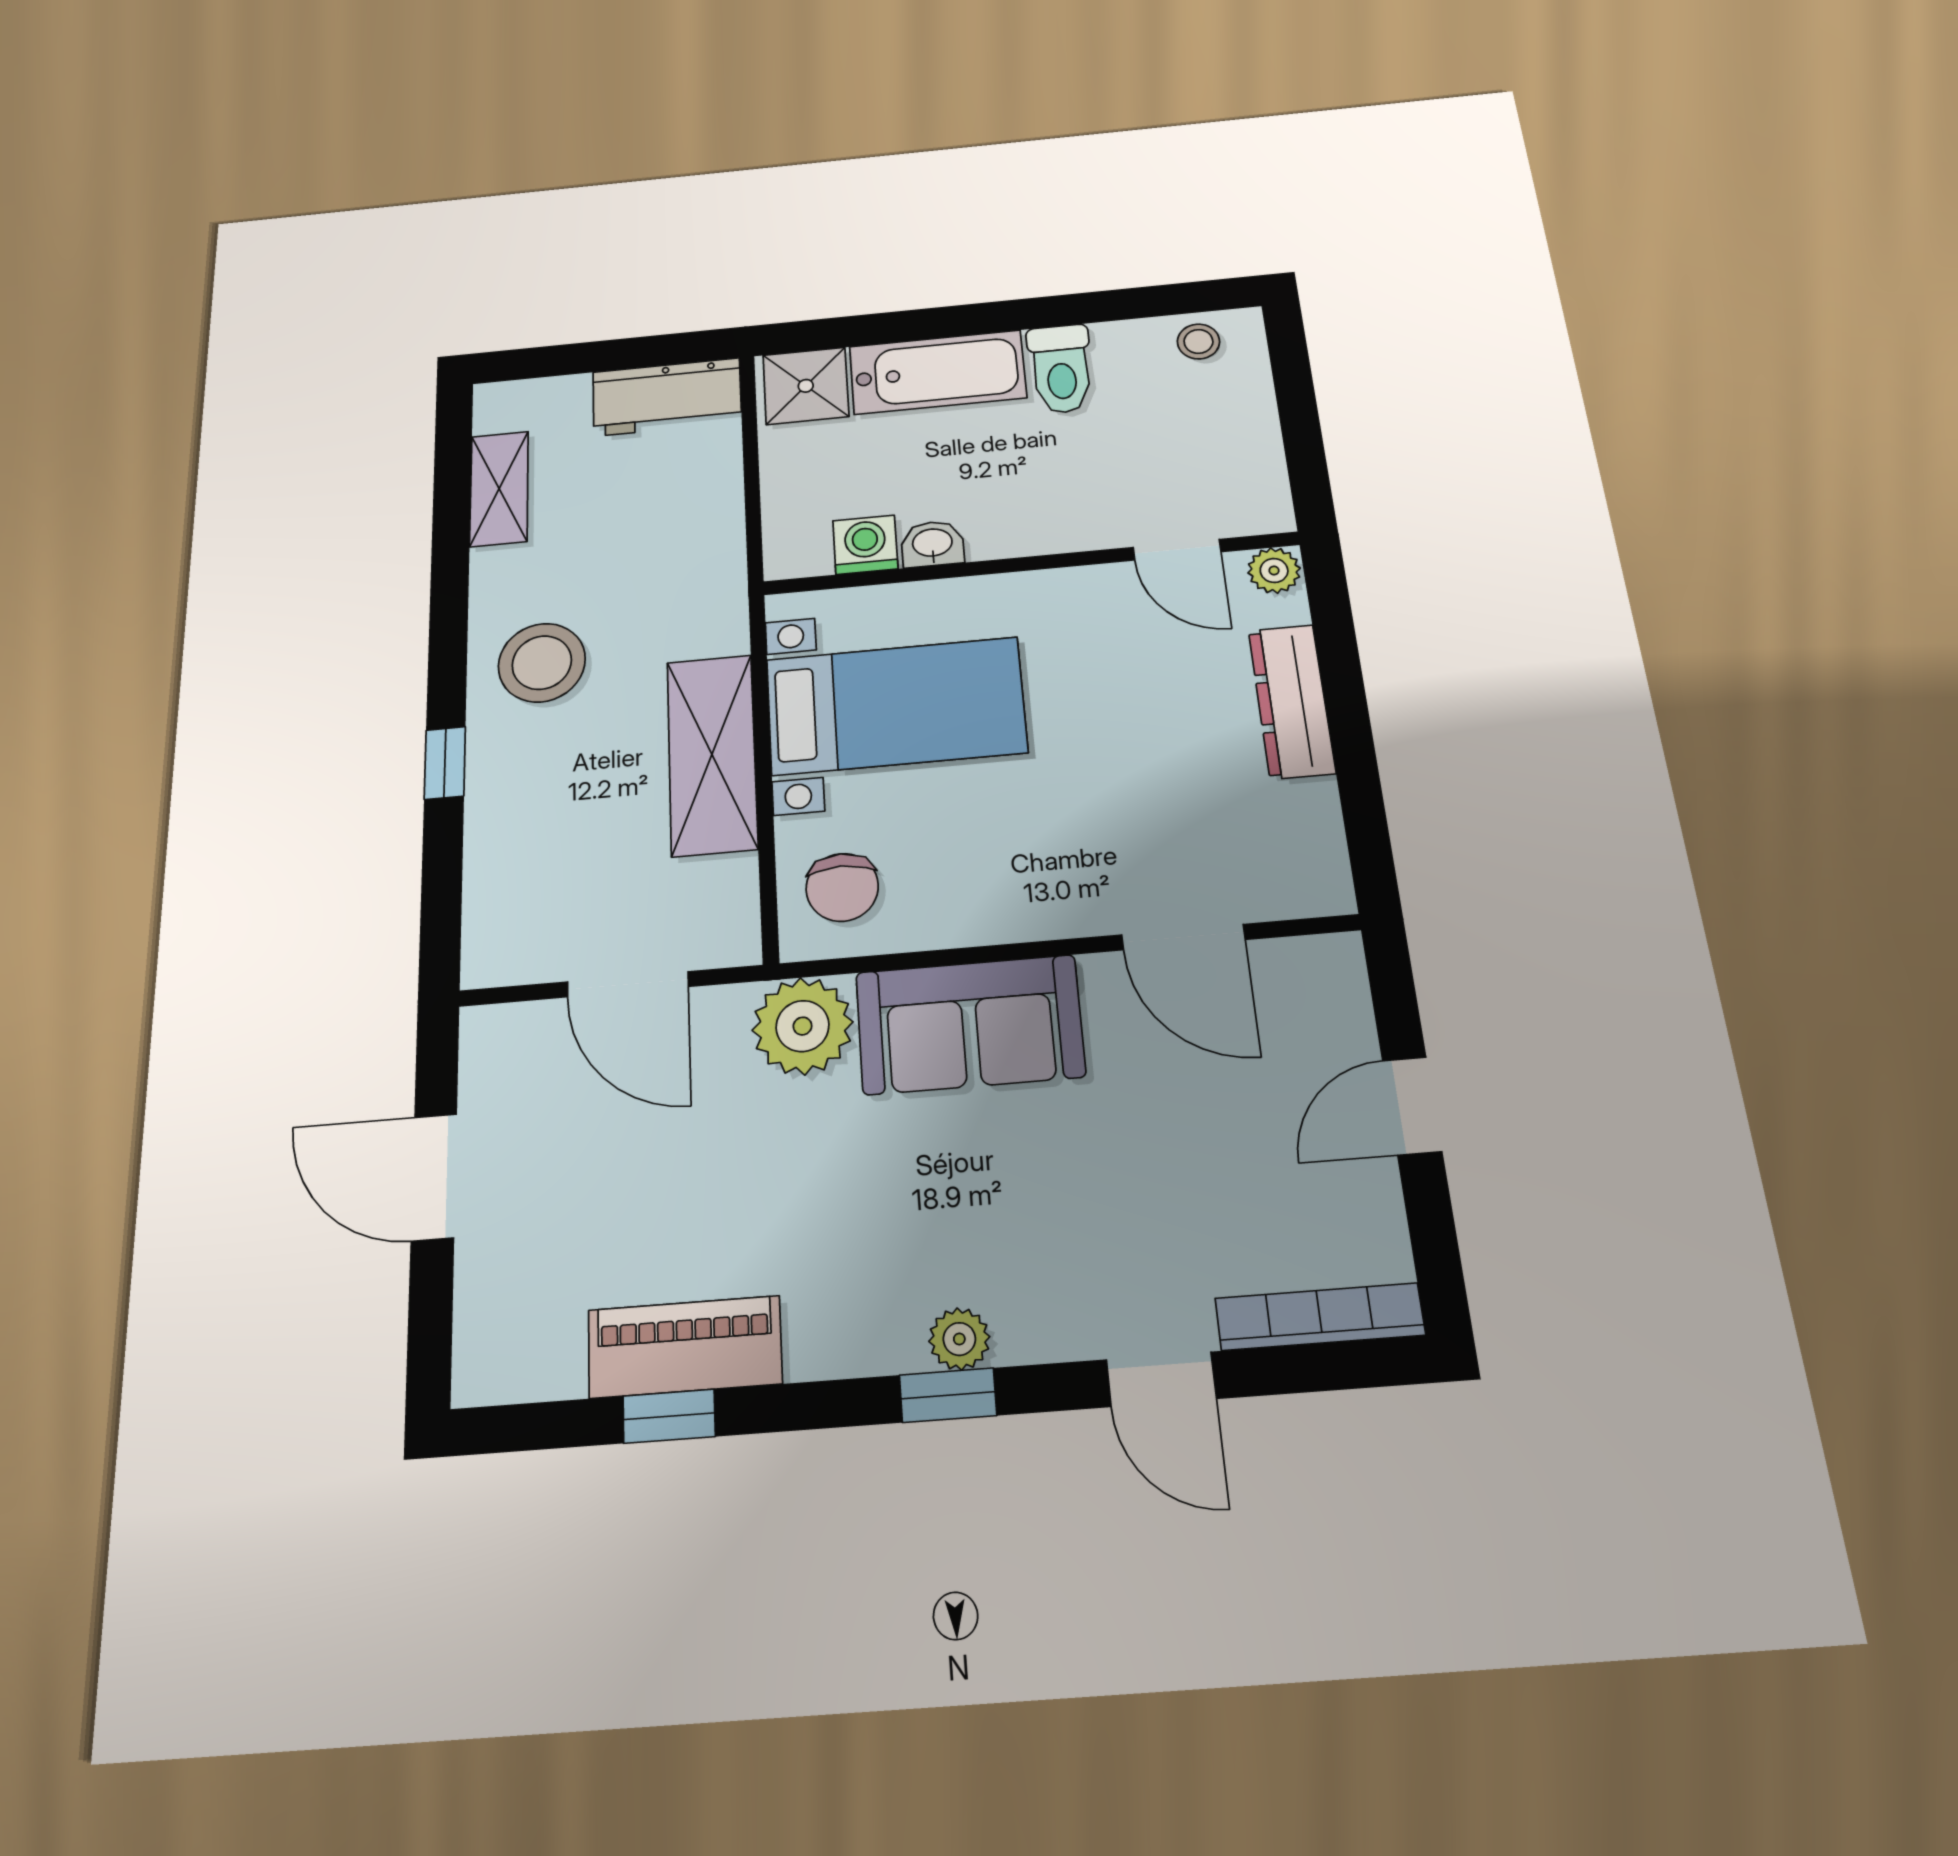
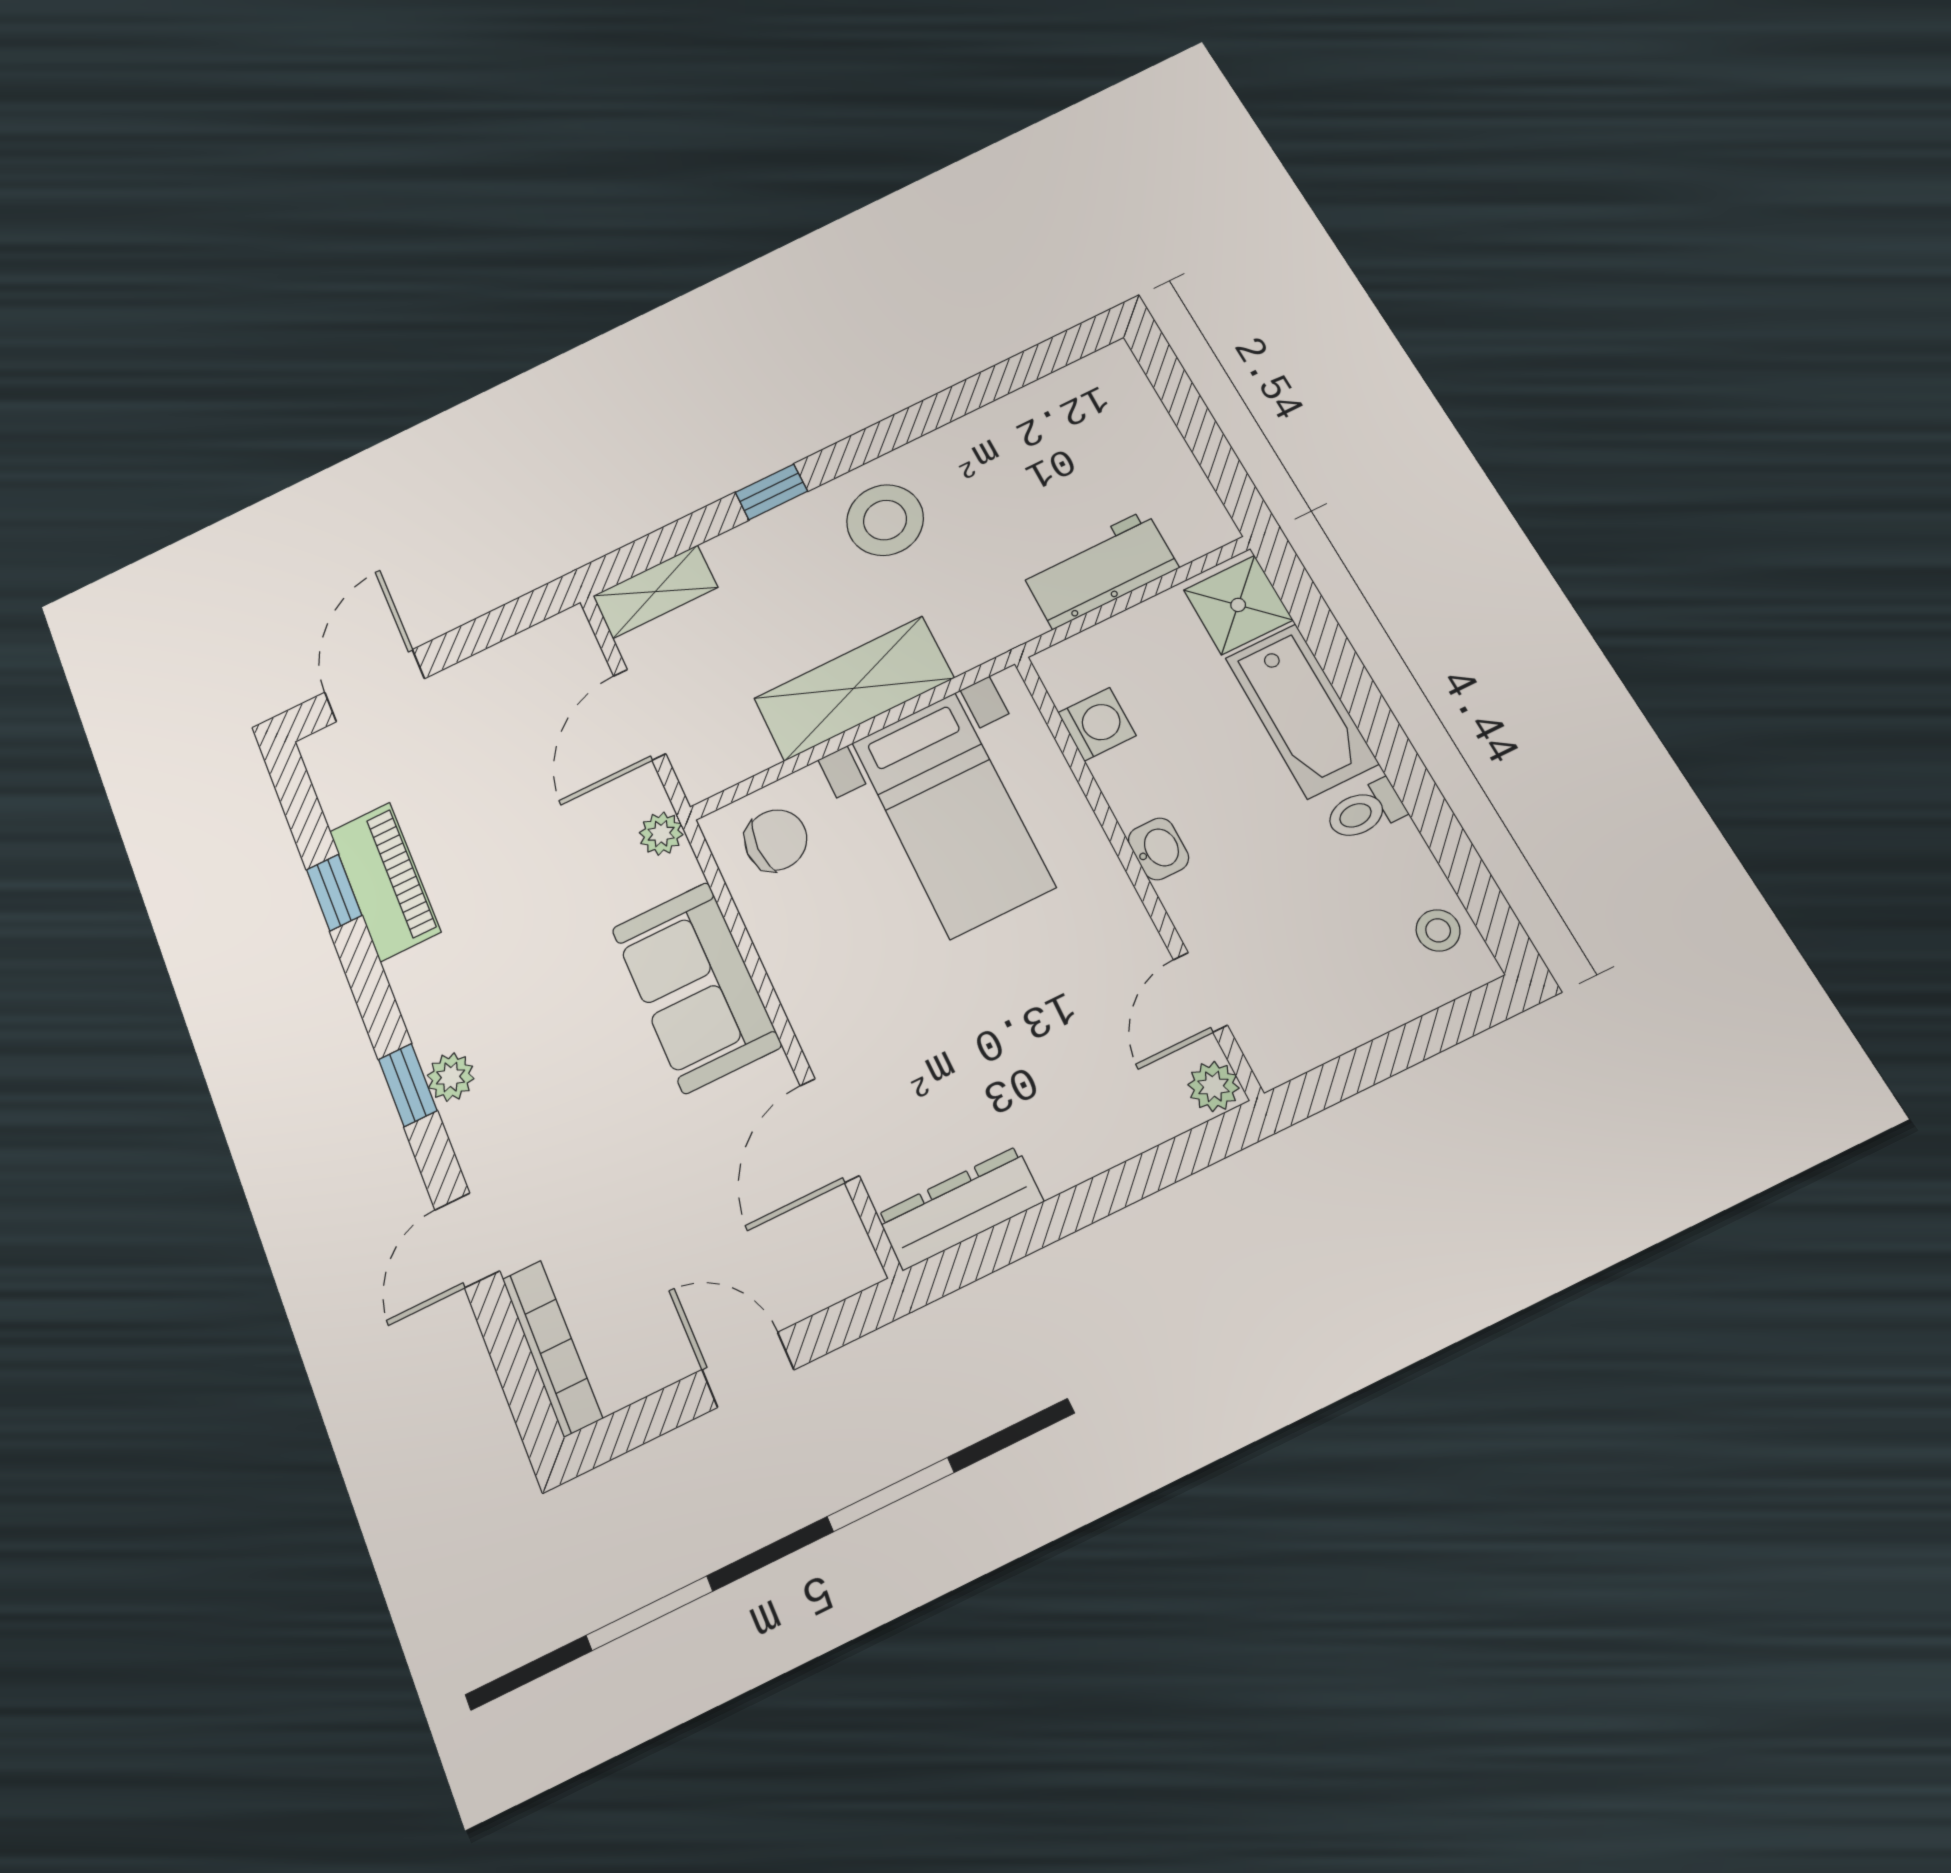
toilet: (1061, 369) -> (1365, 811), width x0.73, depth x0.72
workbench: (667, 397) -> (1100, 569), moved, turned 90
shelving: (499, 489) -> (655, 592), moved
washbasin: (932, 544) -> (1158, 849), moved
dresser: (1292, 701) -> (960, 1208), moved
chair: (842, 887) -> (776, 840), turned 180
plant: (803, 1026) -> (661, 834), width x0.53, depth x0.53
door: (434, 1177) -> (375, 685), moved

